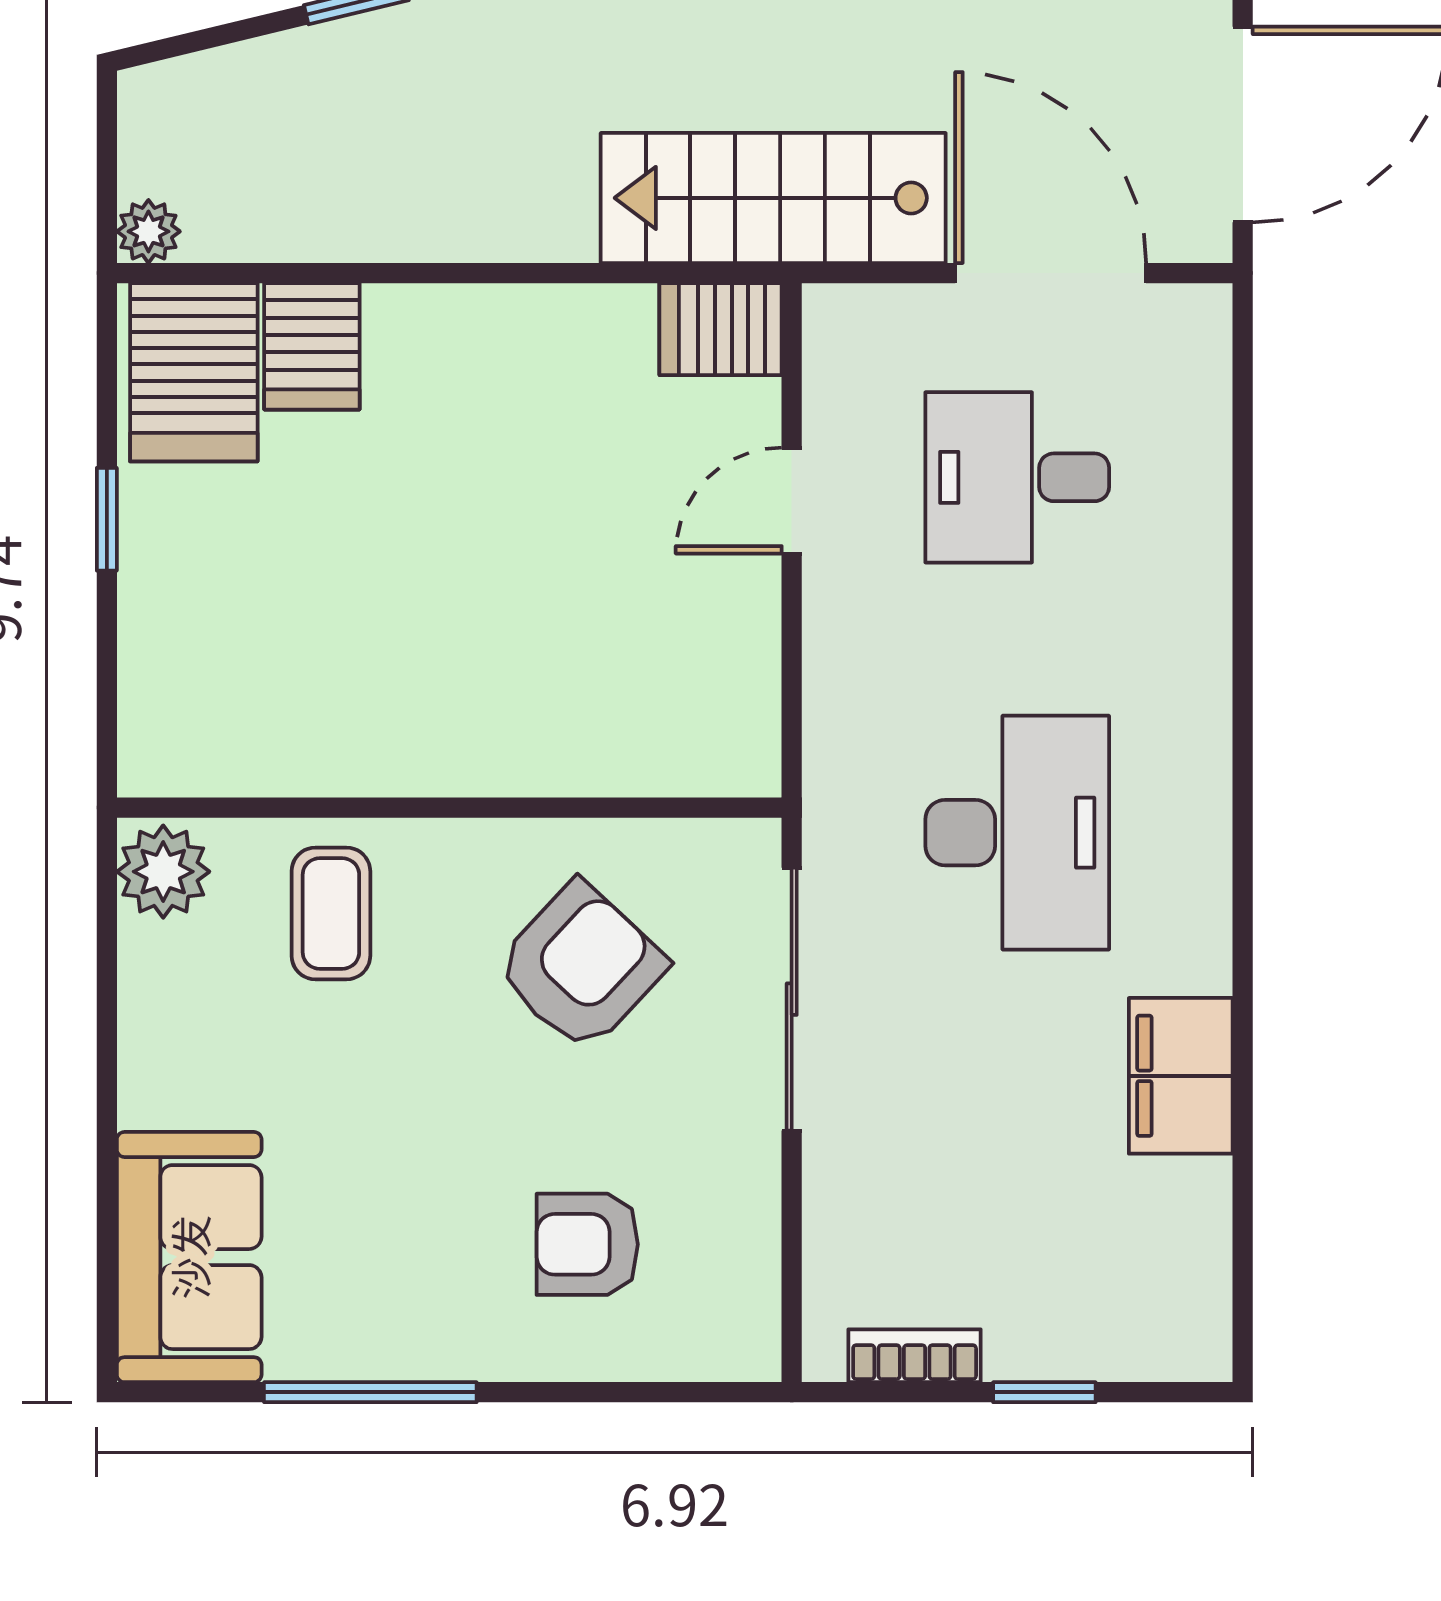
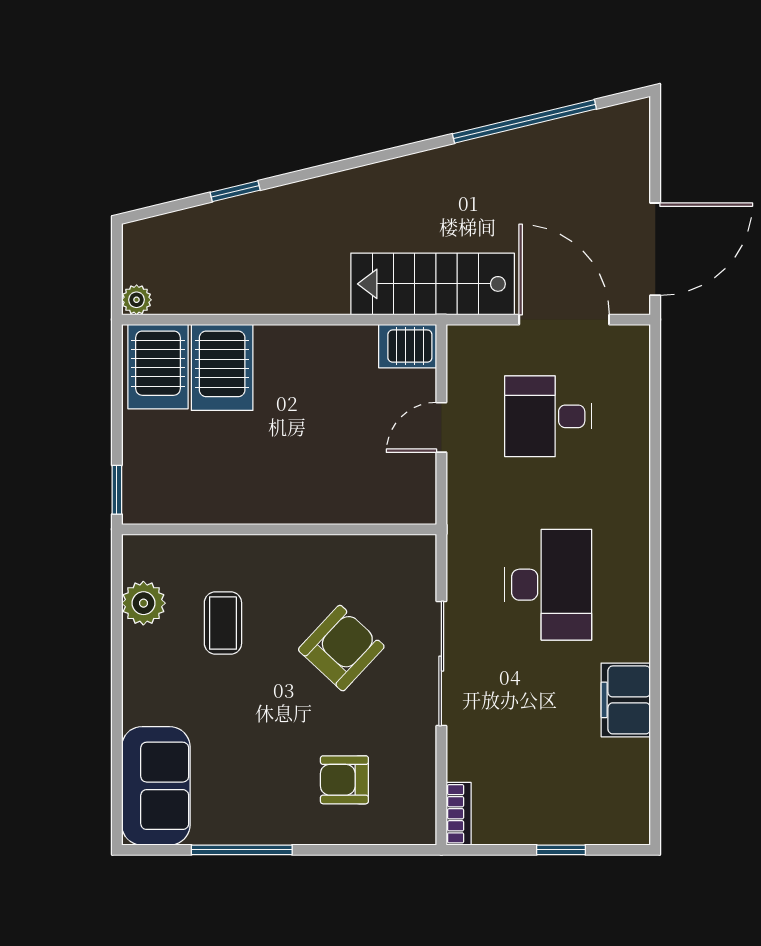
server rack: (312, 346) -> (222, 367), width x1.36, depth x1.44
window: (107, 519) -> (117, 490), moved
wall: (449, 808) -> (279, 529), moved
bookcase: (915, 1356) -> (459, 814), moved, turned 90

